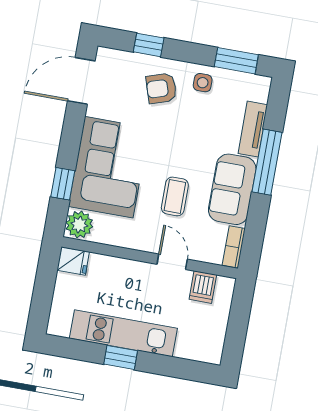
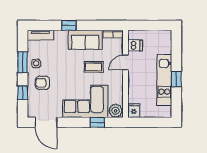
window: (236, 61) -> (23, 62), moved
armchair: (161, 88) -> (42, 83), turned 108
tv unit: (253, 129) -> (40, 35), moved
window: (267, 162) -> (69, 25), width x0.46

